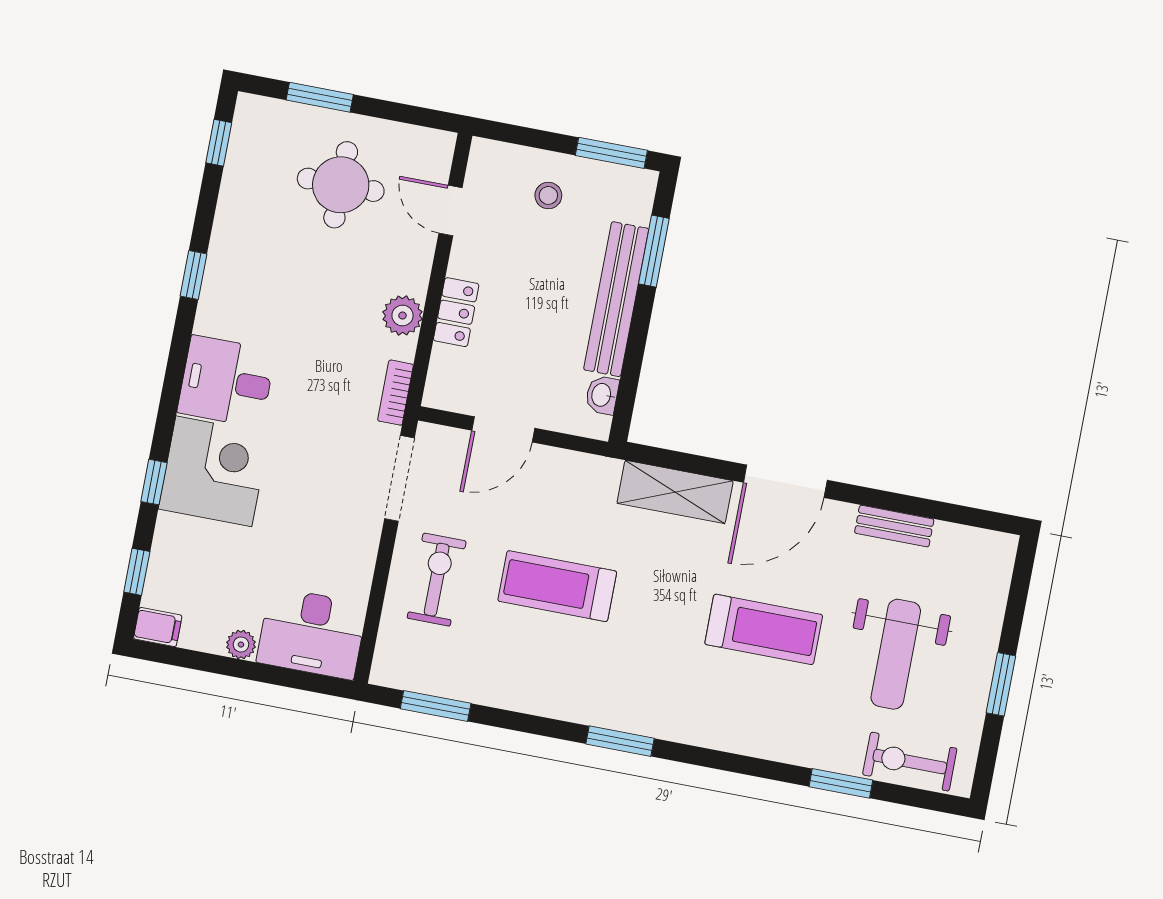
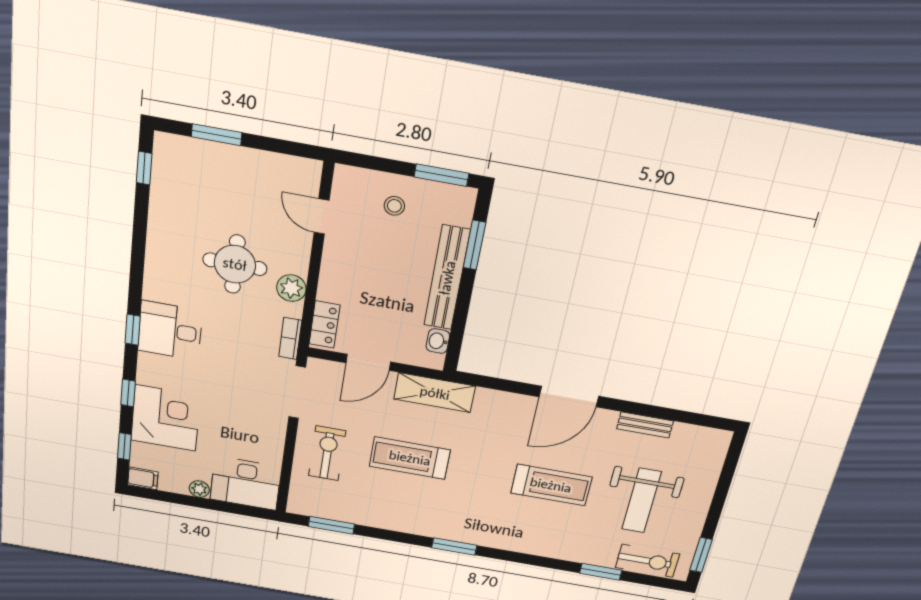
round table: (341, 185) -> (235, 264), moved
window: (193, 275) -> (133, 330), moved
locker: (456, 312) -> (325, 324), moved
corner desk: (214, 471) -> (166, 418), moved
shelving: (675, 492) -> (435, 393), moved
window: (1001, 684) -> (701, 555), moved
exercise bike: (910, 762) -> (647, 561), turned 180

